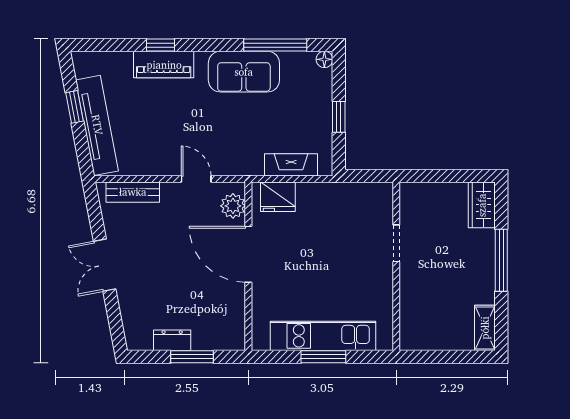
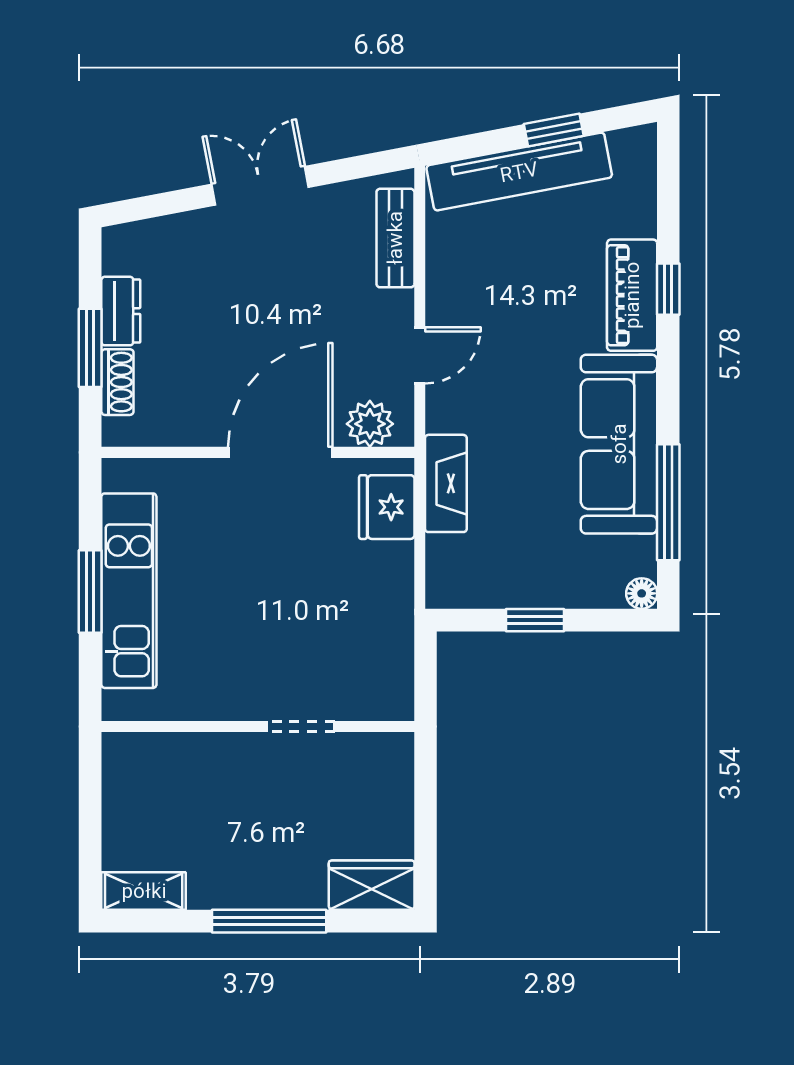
sofa: (244, 72) -> (619, 444), width x1.36
fireplace: (291, 165) -> (446, 483), moved
shoe rack: (210, 342) -> (117, 382), added

